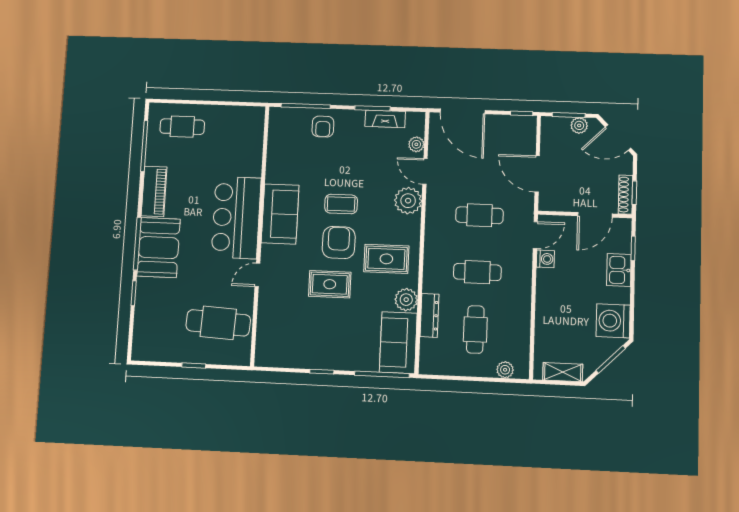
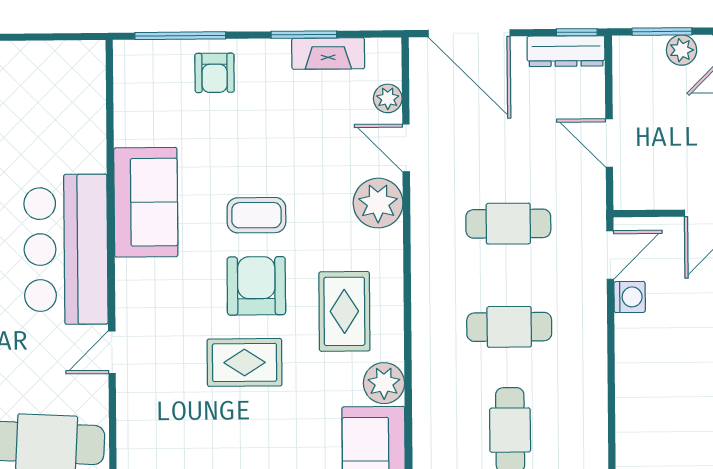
door: (537, 174) -> (609, 143), width x0.73
sofa: (280, 214) -> (146, 202), moved
rug: (386, 259) -> (344, 311), turned 90
dresser: (429, 315) -> (566, 51), moved, turned 90

